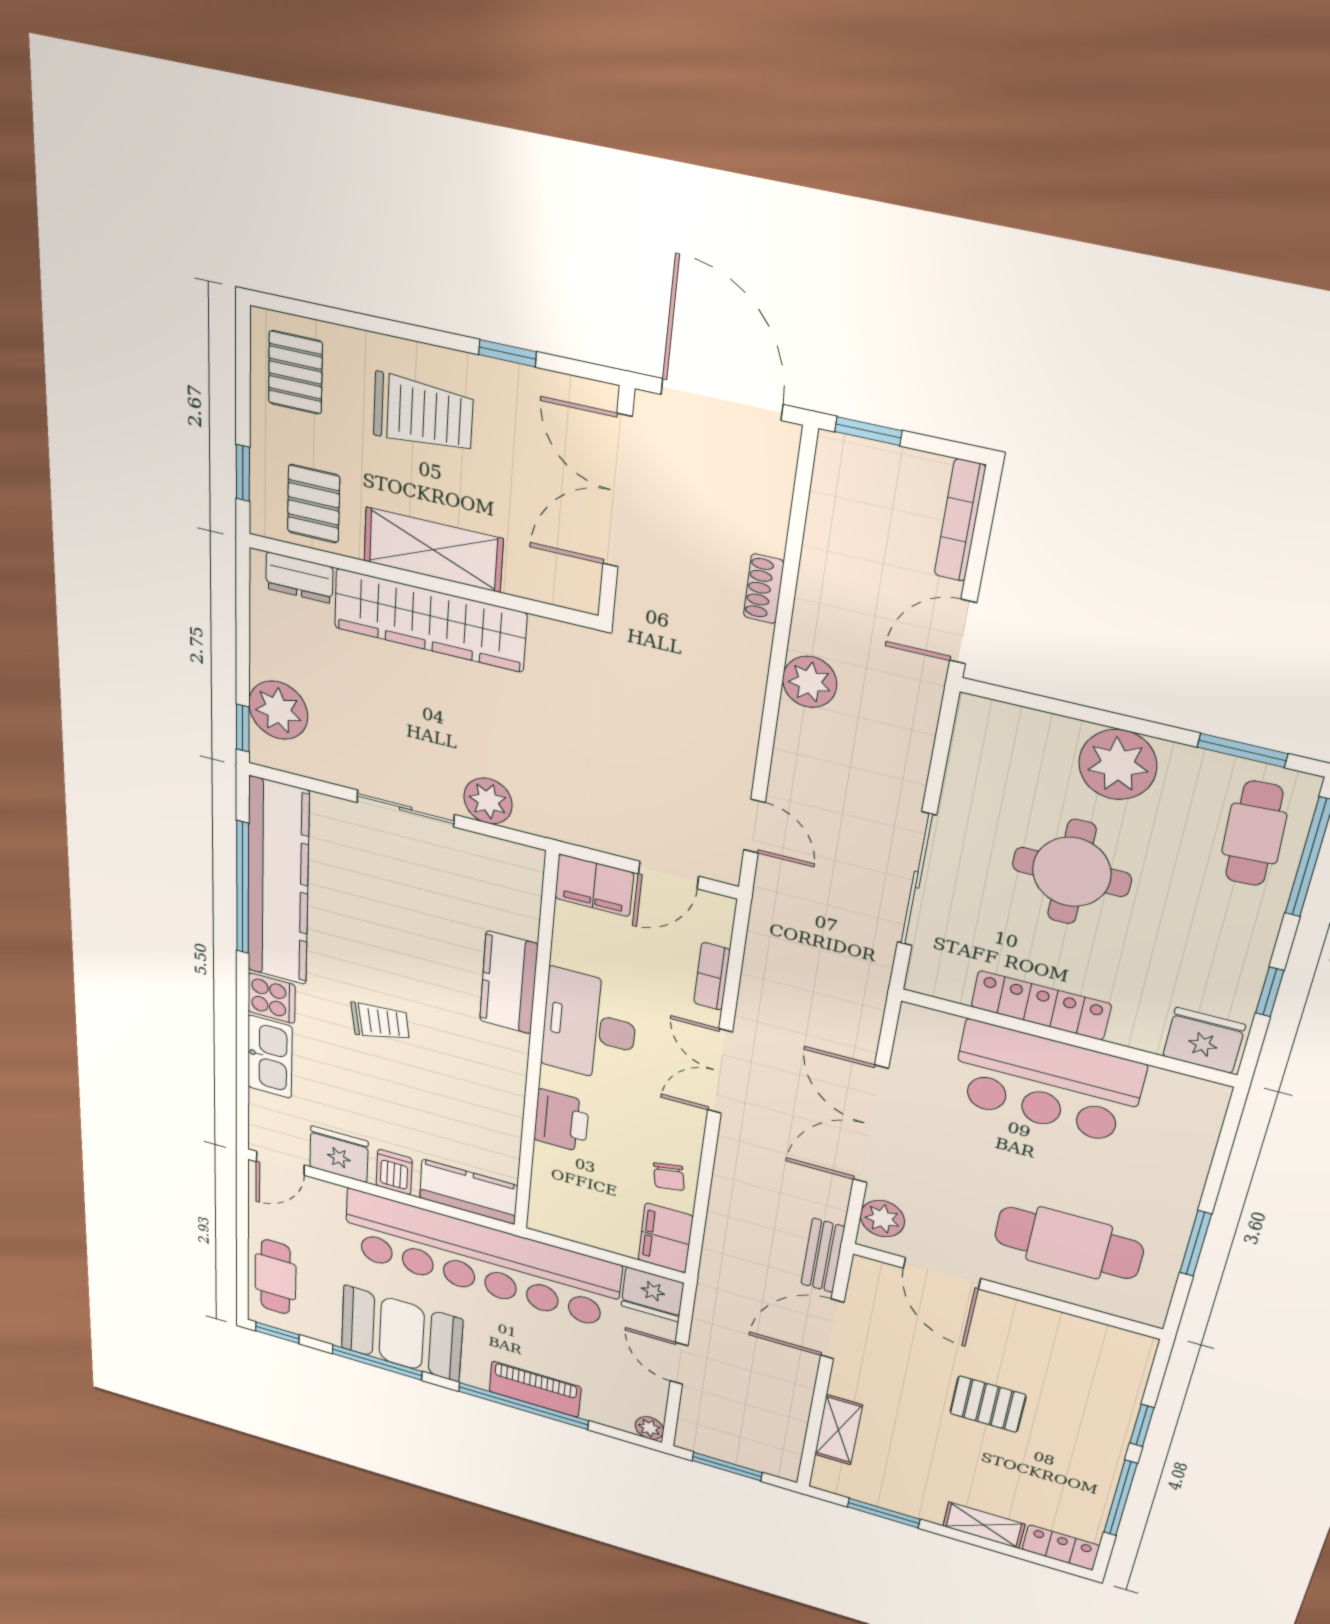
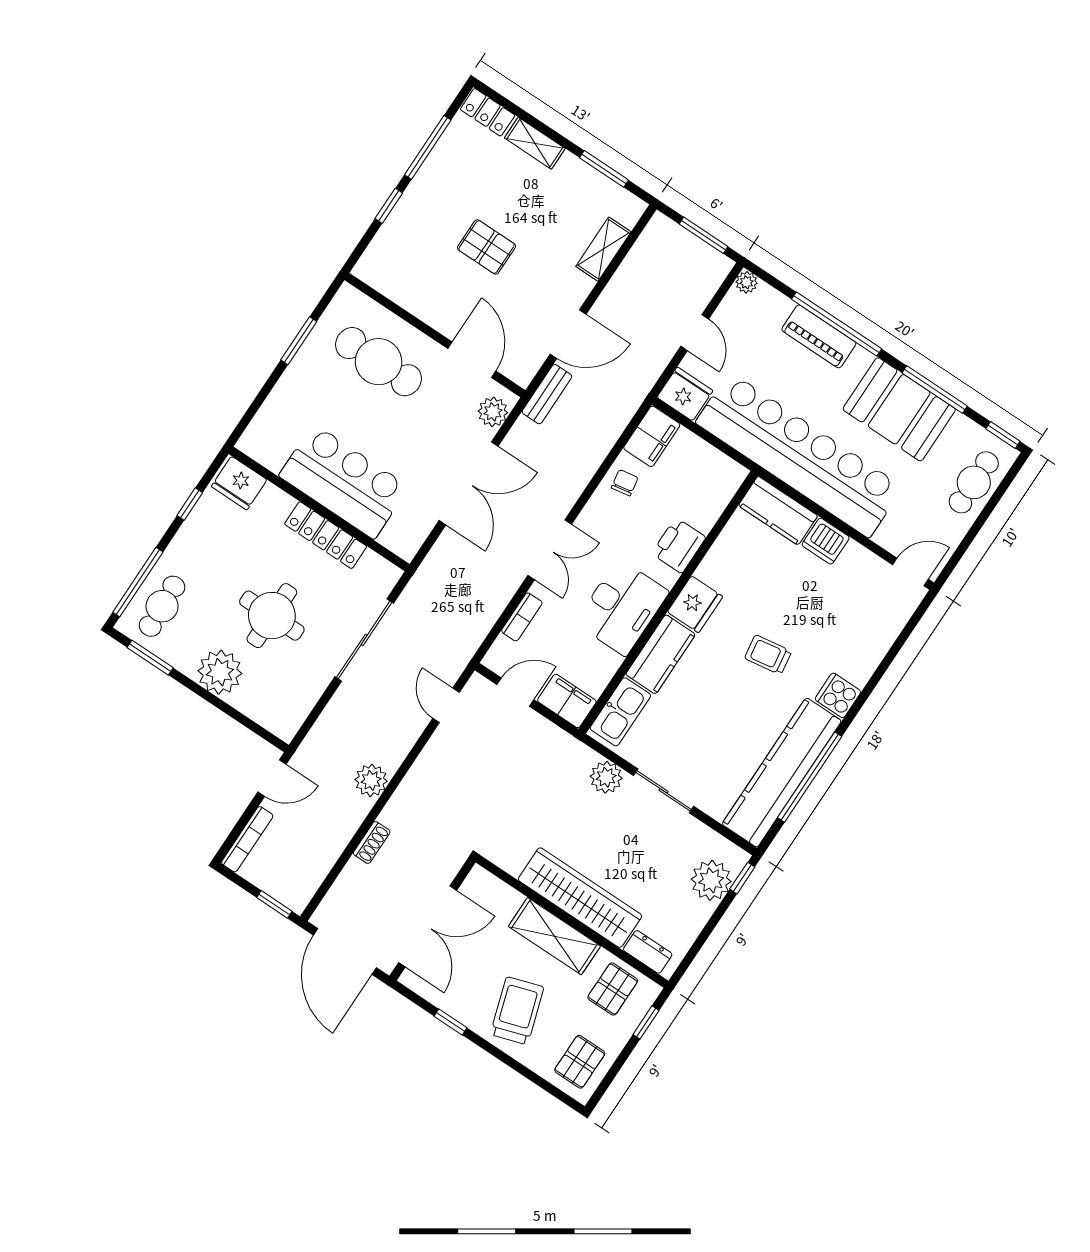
trolley: (423, 414) -> (517, 1011), turned 72
kitchen sink: (270, 1057) -> (620, 712), moved, turned 180
fridge: (339, 1154) -> (695, 604), moved, turned -90
dishwasher: (394, 1172) -> (826, 541), width x1.38

